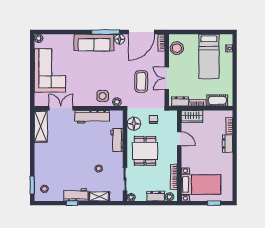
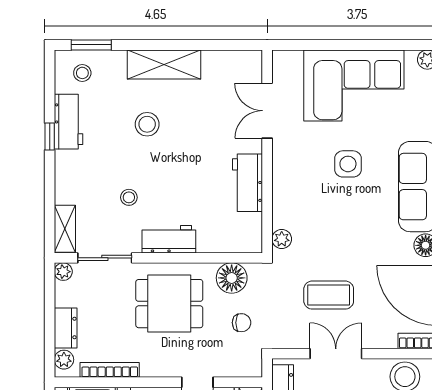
side table: (103, 96) -> (348, 164), moved
double door: (61, 108) -> (267, 111), swing flipped
workbench: (92, 117) -> (248, 183), width x0.73
shelving: (41, 126) -> (164, 64), moved
workbench: (117, 140) -> (169, 239), moved
stool: (67, 161) -> (147, 124), added
workbench: (76, 195) -> (69, 122), moved
shelving: (99, 196) -> (65, 229), moved

